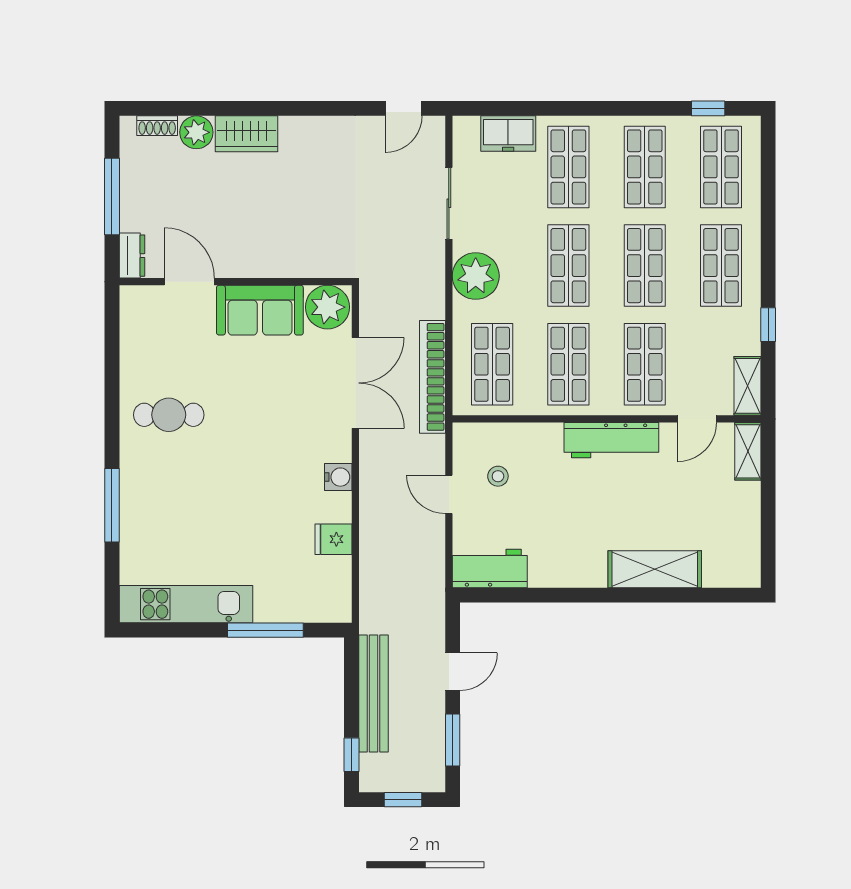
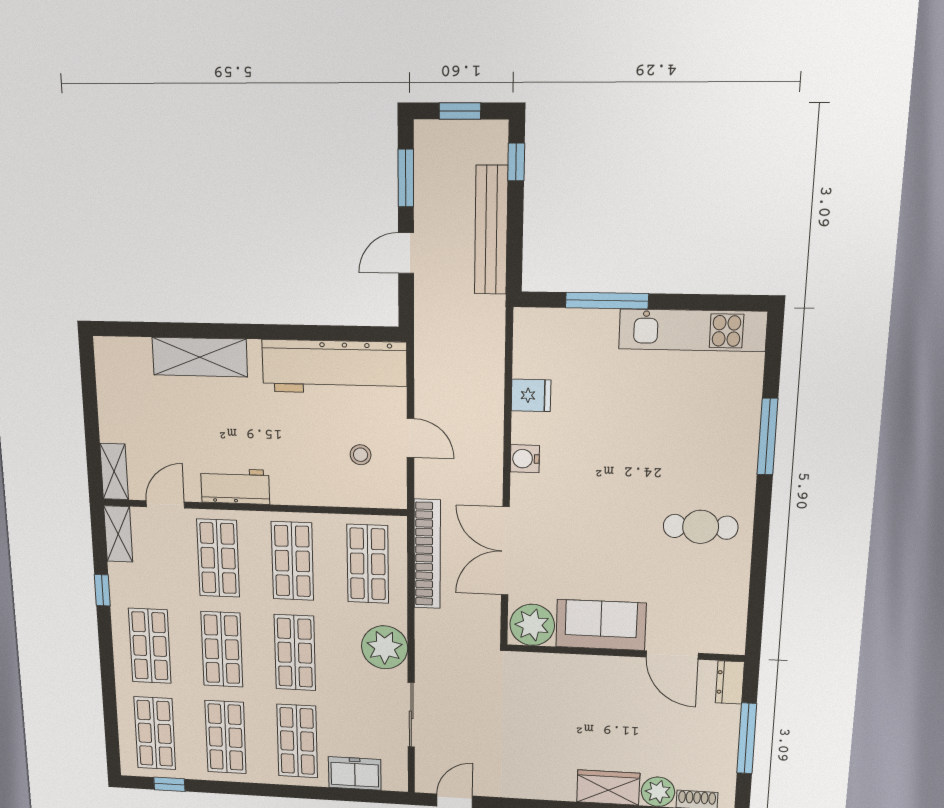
workbench: (611, 440) -> (235, 486), width x0.73
workbench: (490, 568) -> (334, 367), width x1.88, depth x1.32

